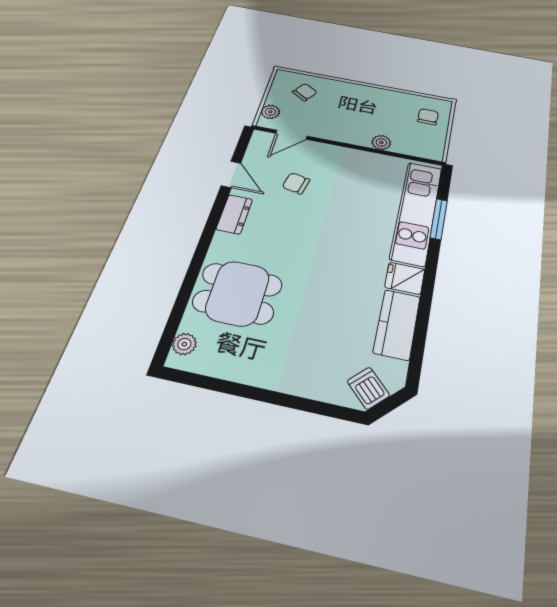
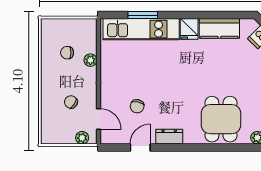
chair: (305, 92) -> (71, 102), moved
chair: (428, 117) -> (67, 53), moved

